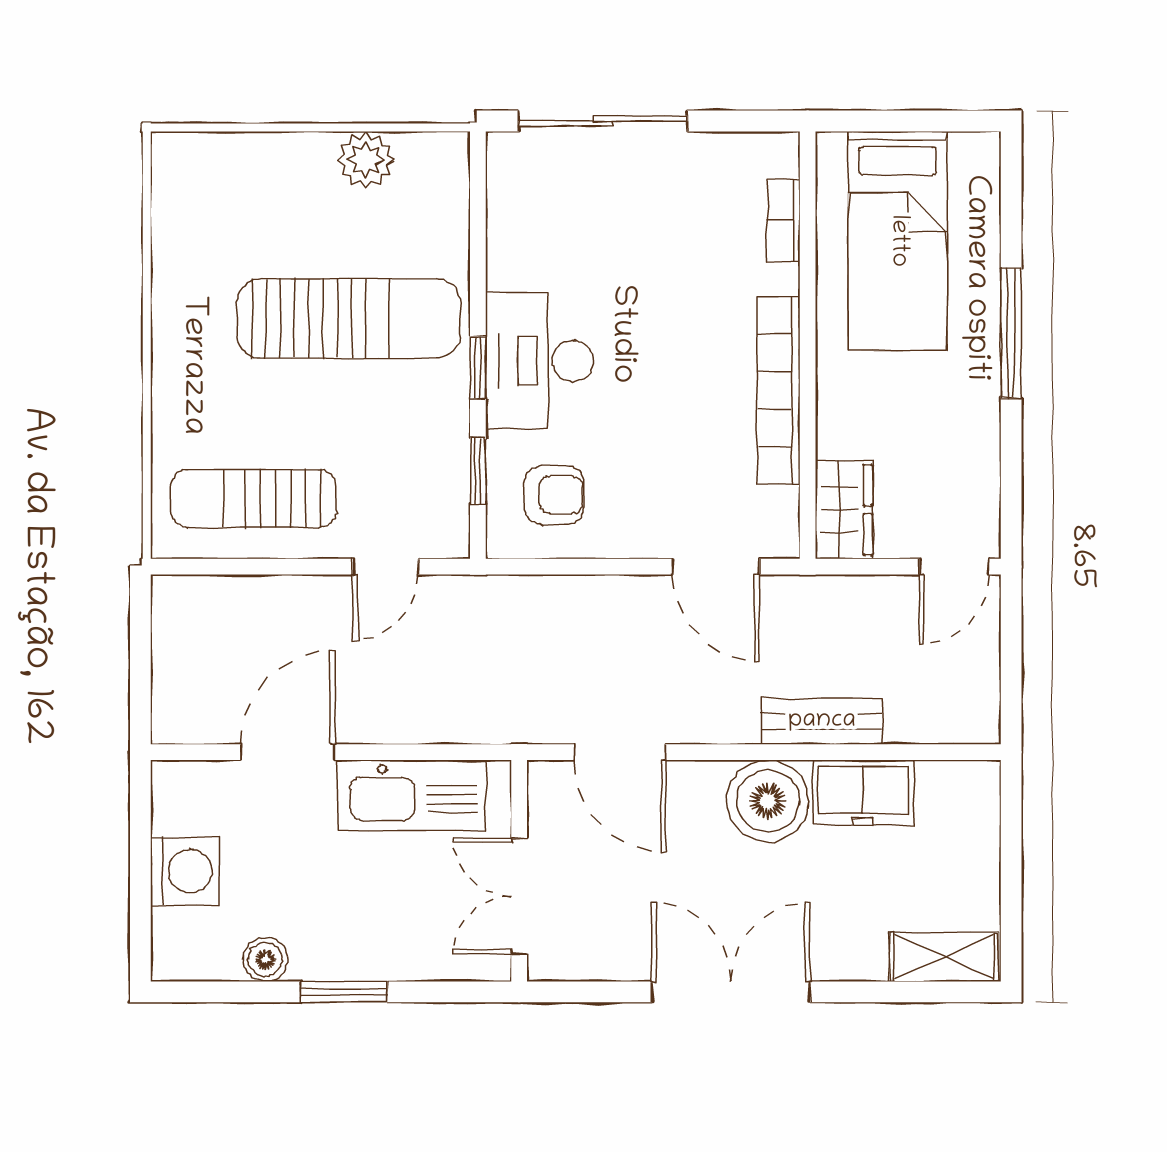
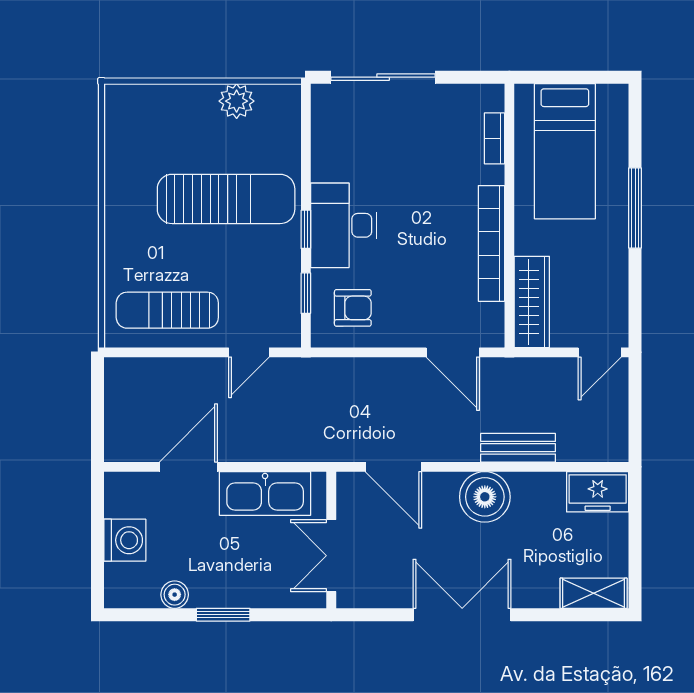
wardrobe: (844, 510) -> (532, 302), width x1.50
freezer: (863, 793) -> (598, 492), moved

